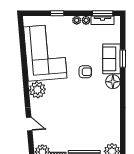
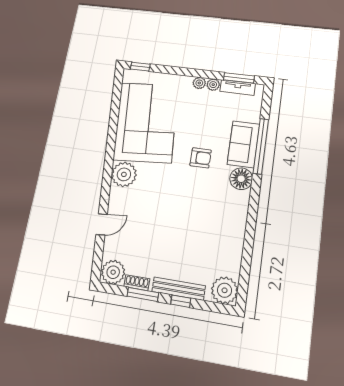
window: (57, 13) -> (140, 67), moved
window: (123, 59) -> (261, 146), width x2.11
door: (29, 124) -> (102, 224), hinge flipped

